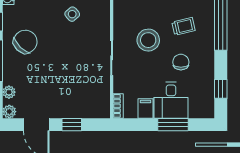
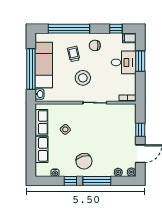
chair: (25, 42) -> (84, 161), turned -150
chair: (181, 62) -> (95, 45), moved
filing cabinet: (146, 108) -> (129, 38), moved

